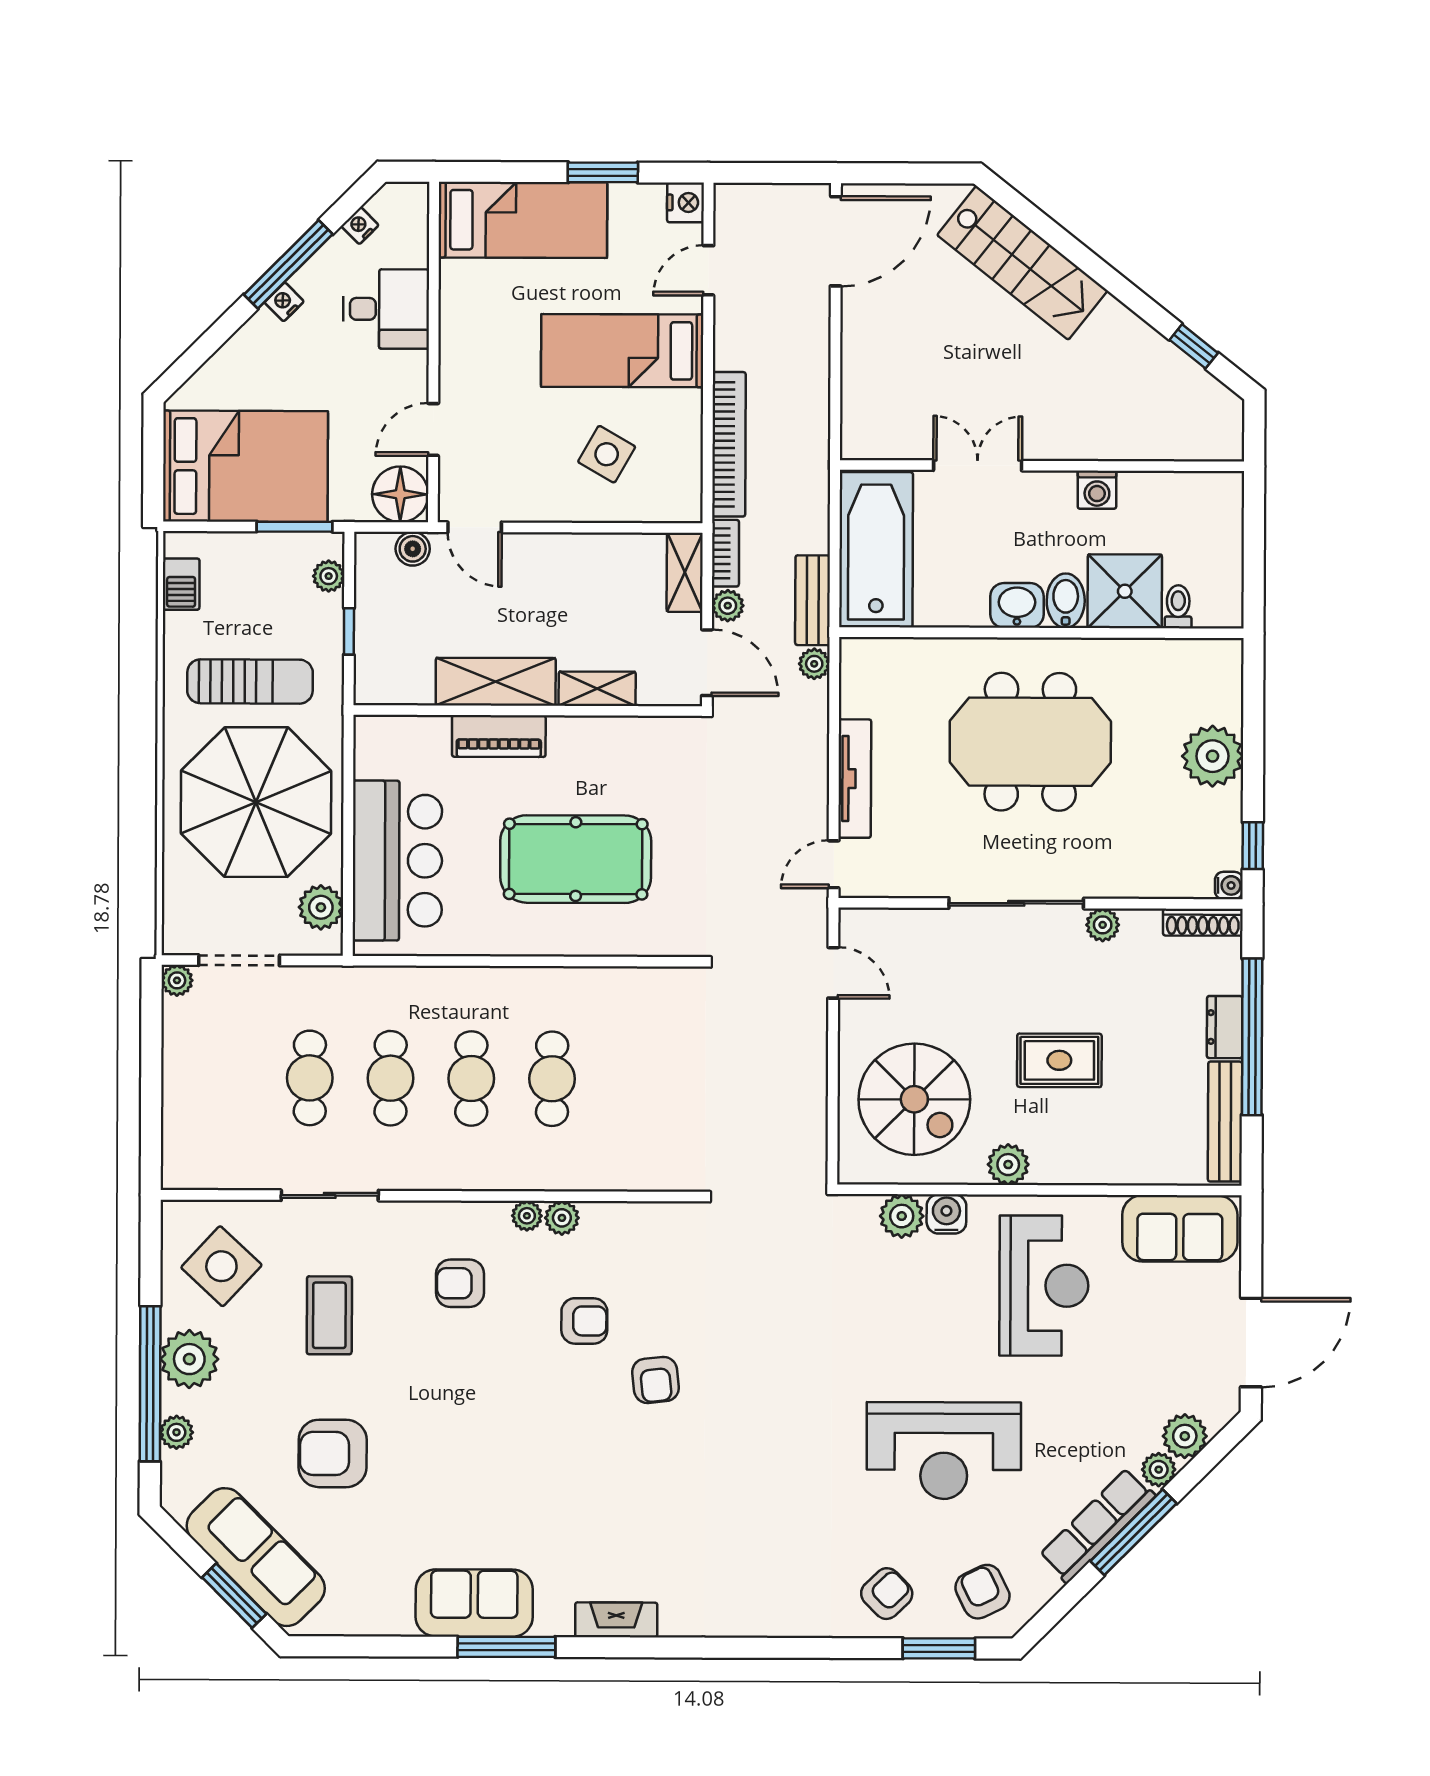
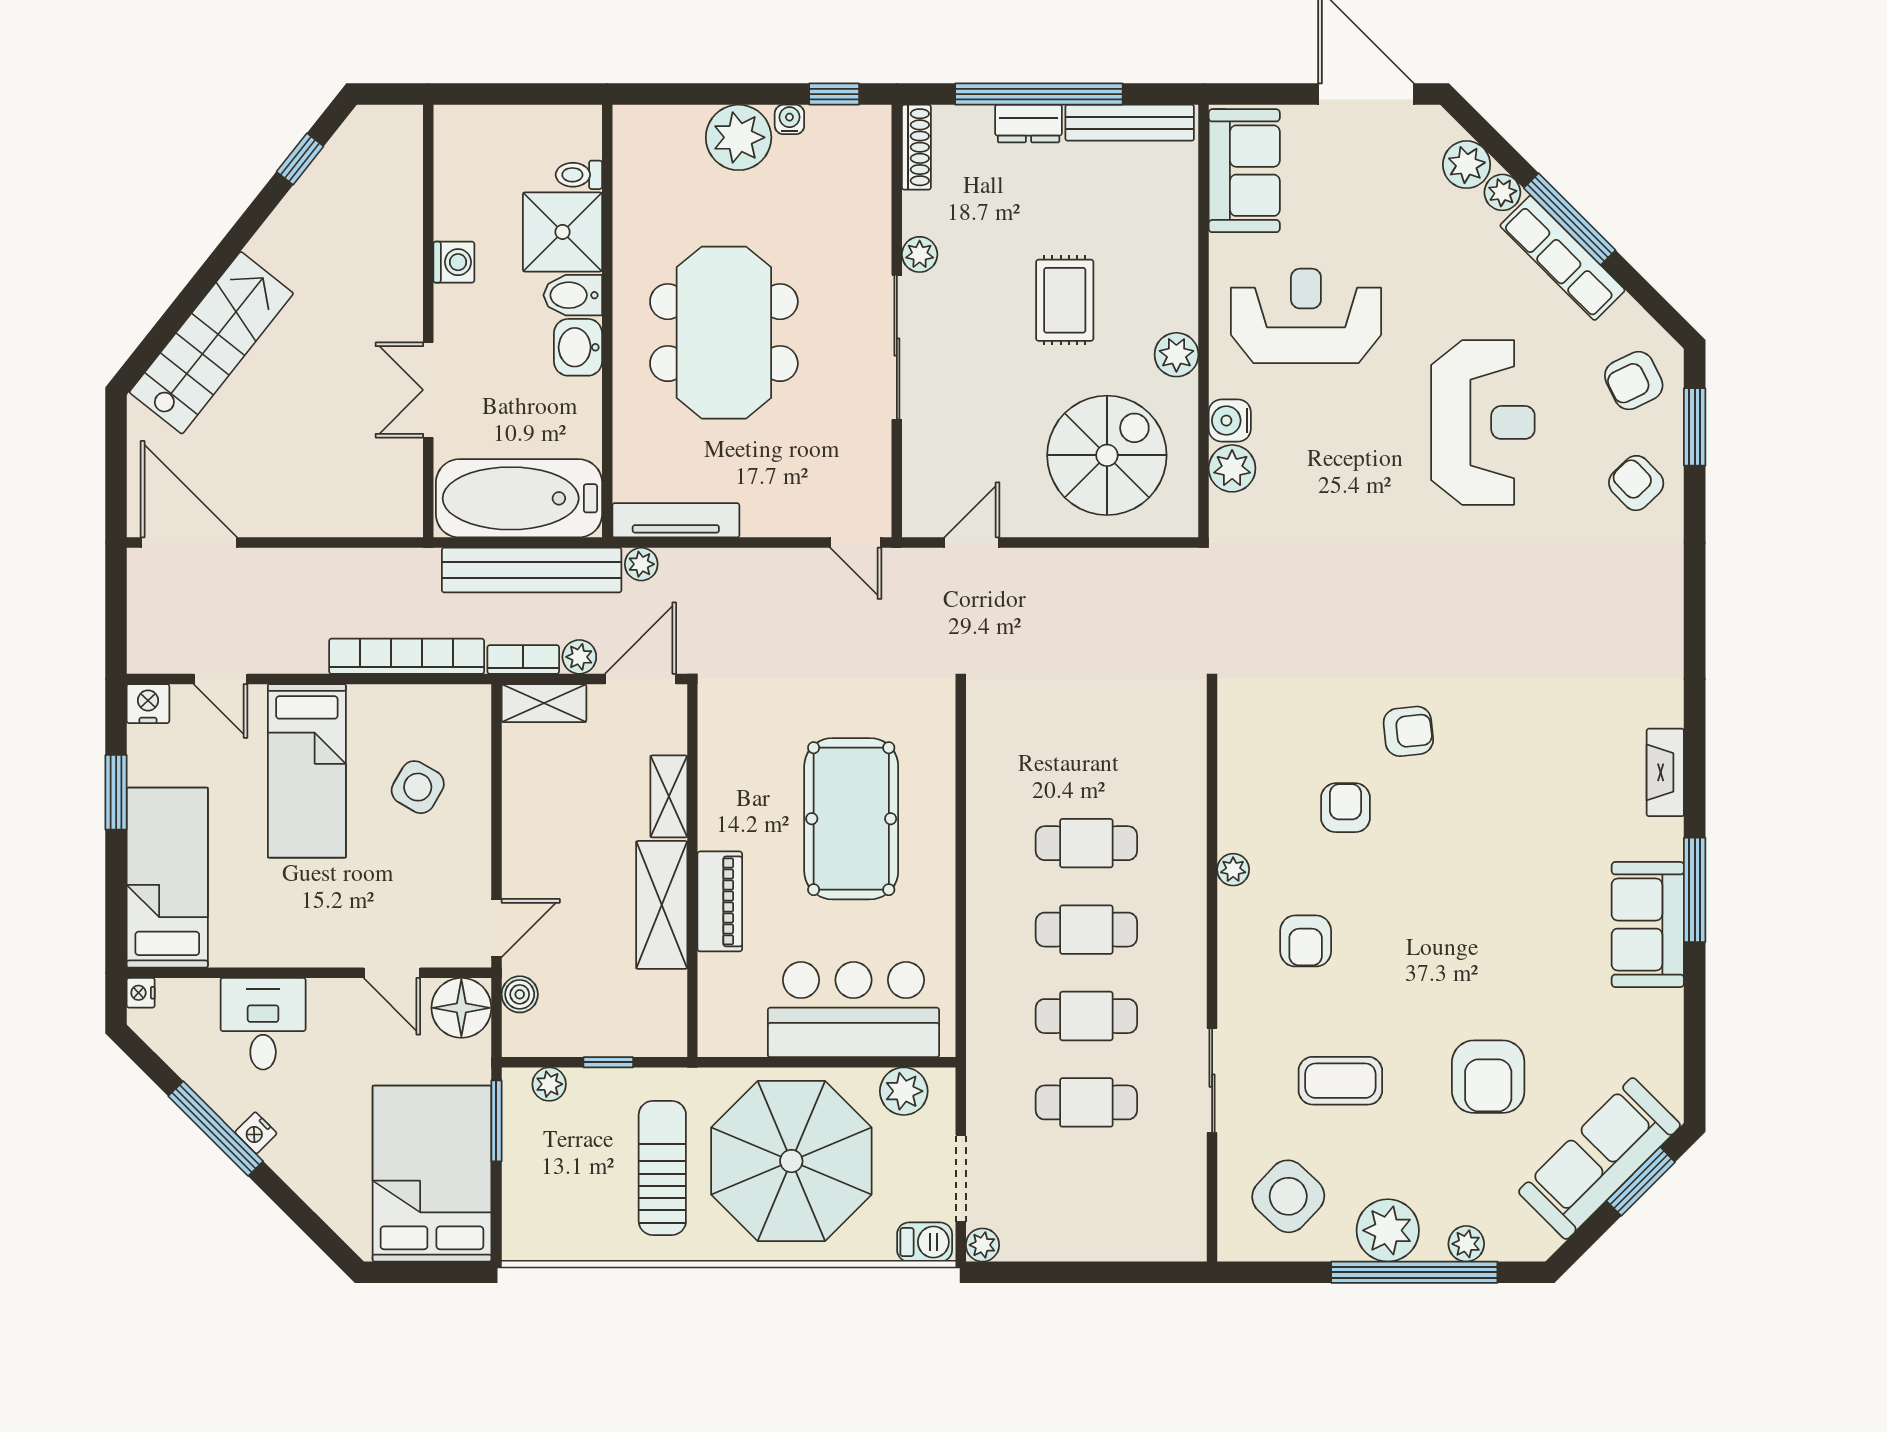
nightstand: (360, 226) -> (141, 993), moved, turned 45
barbecue: (181, 584) -> (925, 1242), moved
bench: (813, 600) -> (532, 570), width x1.86, depth x1.21
tv unit: (855, 779) -> (676, 520), moved
water cooler: (1229, 885) -> (789, 119), moved
plant: (562, 1218) -> (1235, 832), removed

